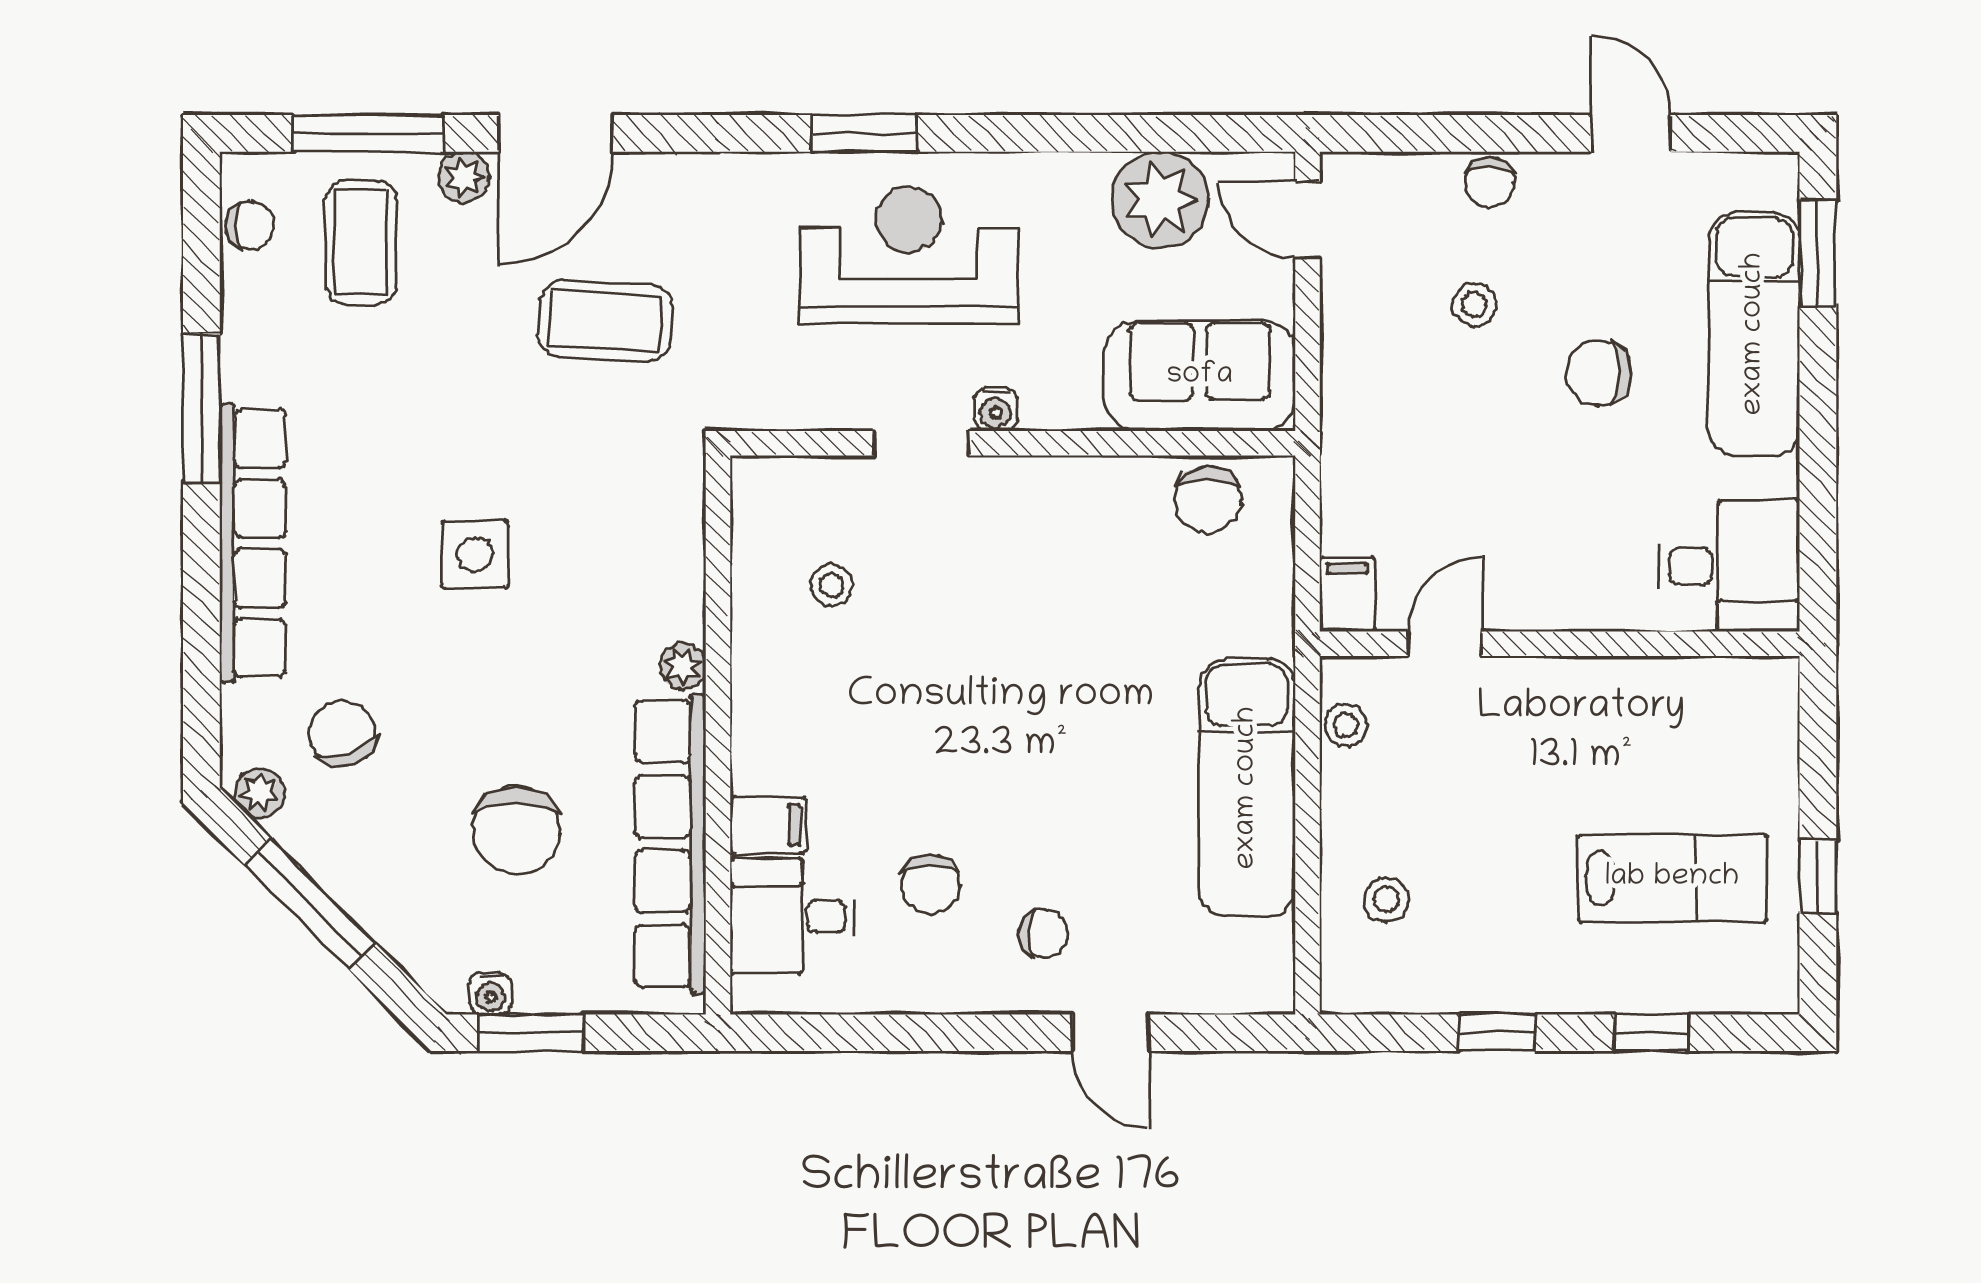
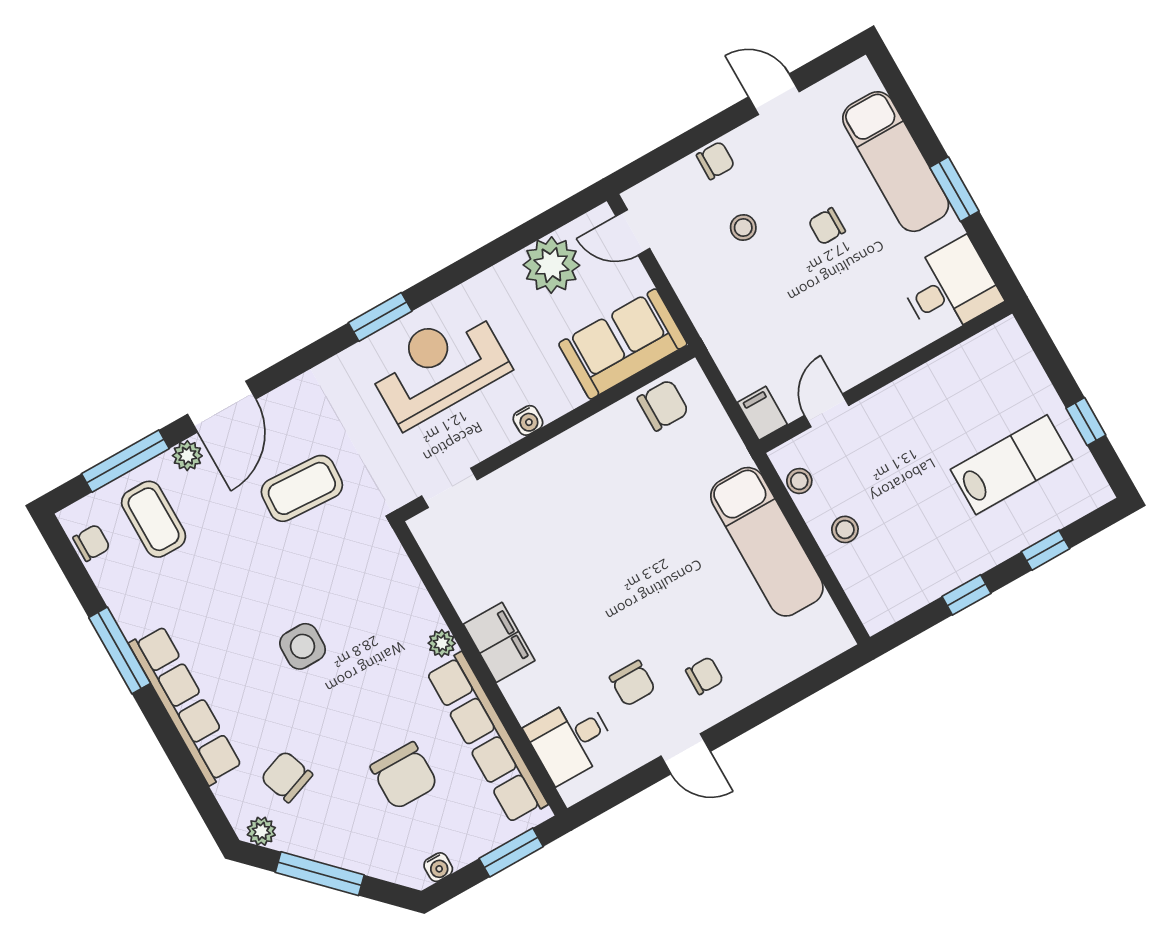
chair: (1490, 183) -> (716, 160), turned -90
window: (1818, 254) -> (954, 189), moved
chair: (1599, 372) -> (827, 226), width x0.73, depth x0.73
doorway: (921, 443) -> (449, 488), moved
chair: (1208, 500) -> (663, 405), turned -90
stool: (831, 585) -> (495, 559), removed
filing cabinet: (768, 825) -> (499, 642), moved, width x2.00
stool: (1386, 900) -> (845, 529), moved
window: (531, 1033) -> (511, 852), moved
door: (1111, 1033) -> (686, 754), moved

